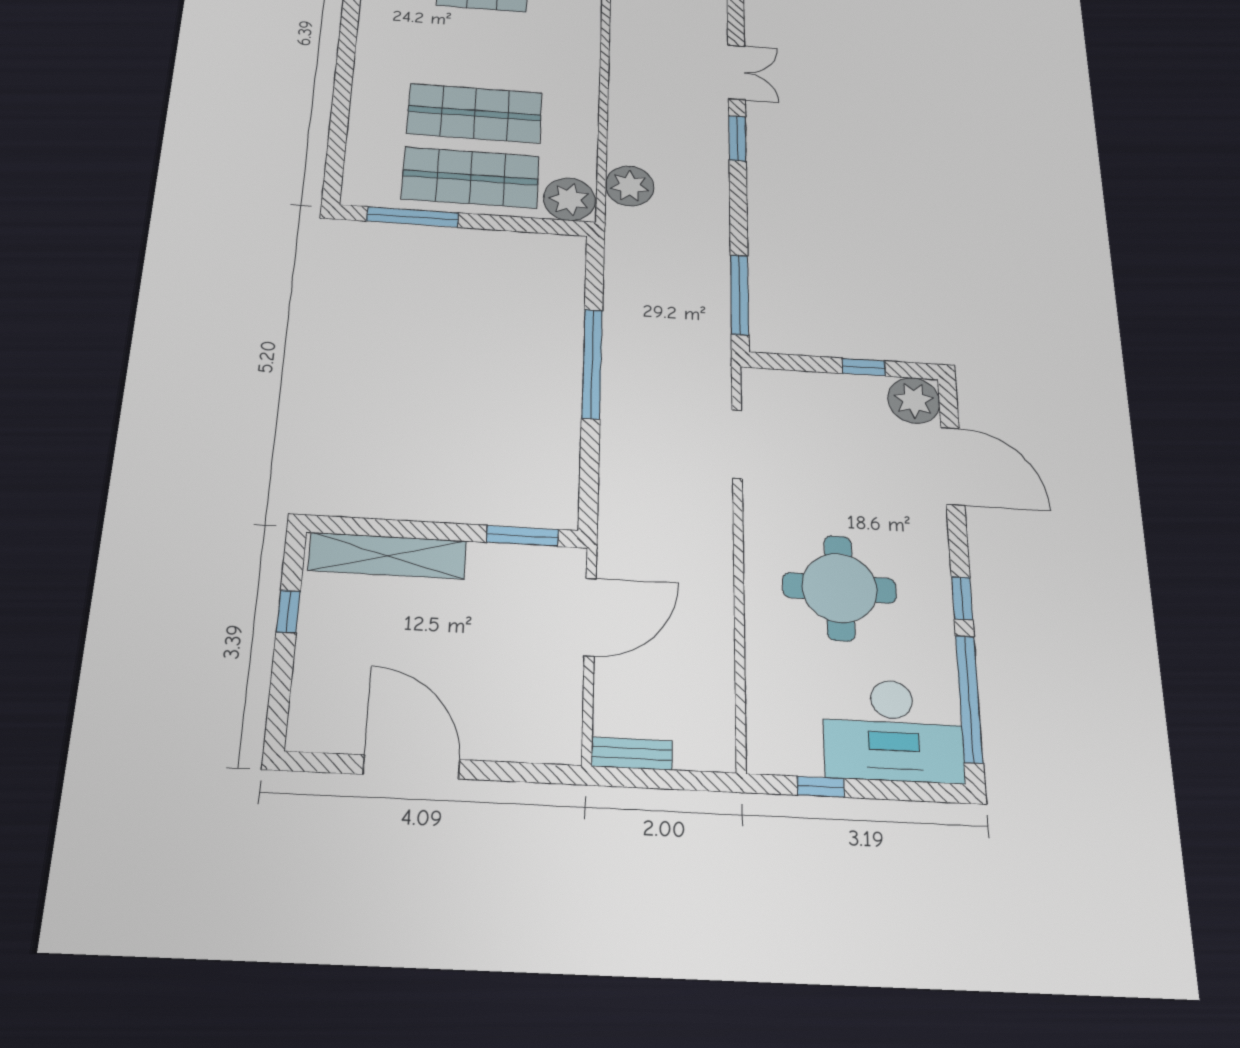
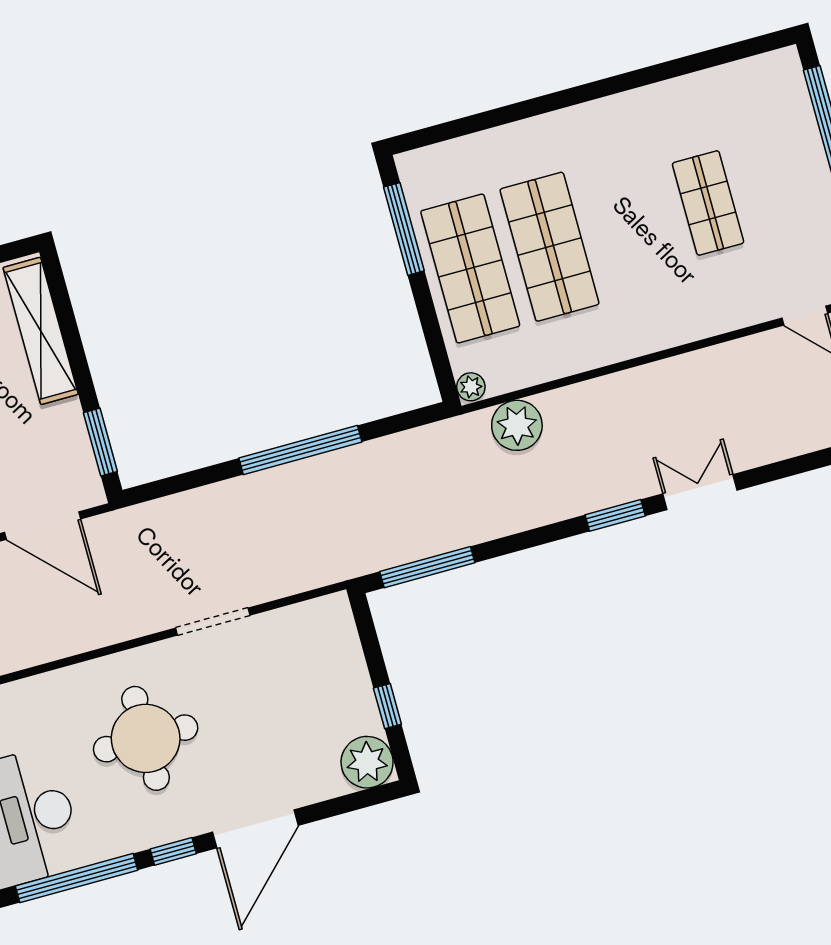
double door: (736, 72) -> (700, 492), swing flipped
plant: (569, 199) -> (471, 387), width x0.53, depth x0.53
doorway: (737, 444) -> (213, 622), moved
door: (953, 466) -> (255, 829), moved

